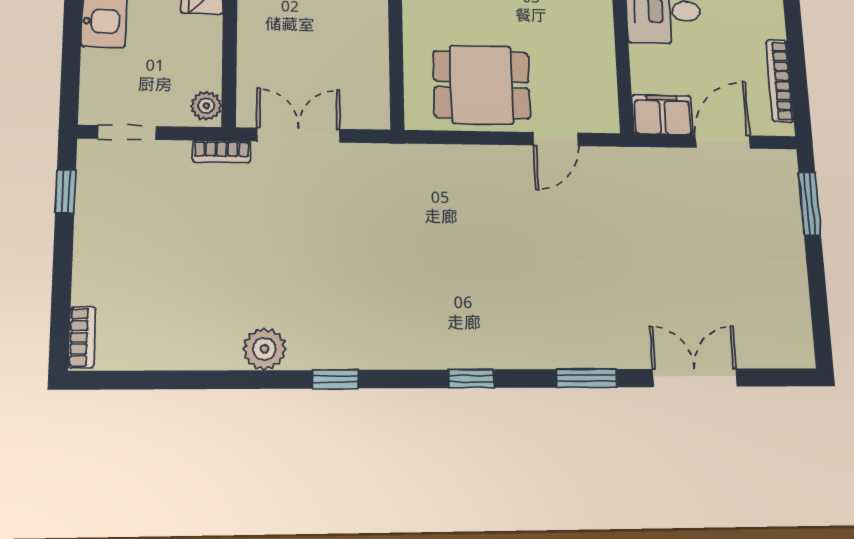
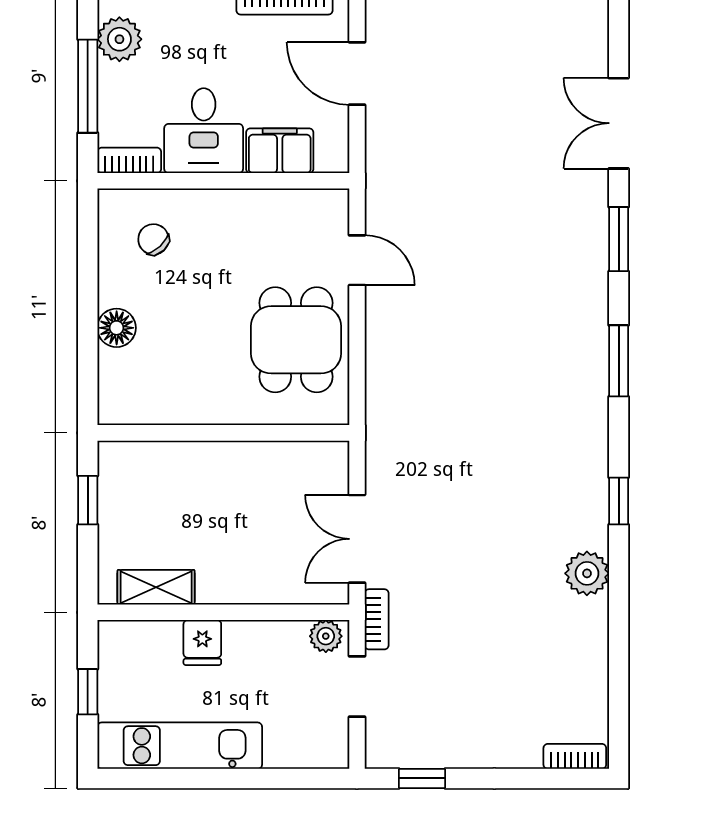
filing cabinet: (662, 115) -> (280, 151), moved, turned 90
doorway: (127, 132) -> (357, 686), moved
window: (471, 379) -> (619, 361), width x1.50

